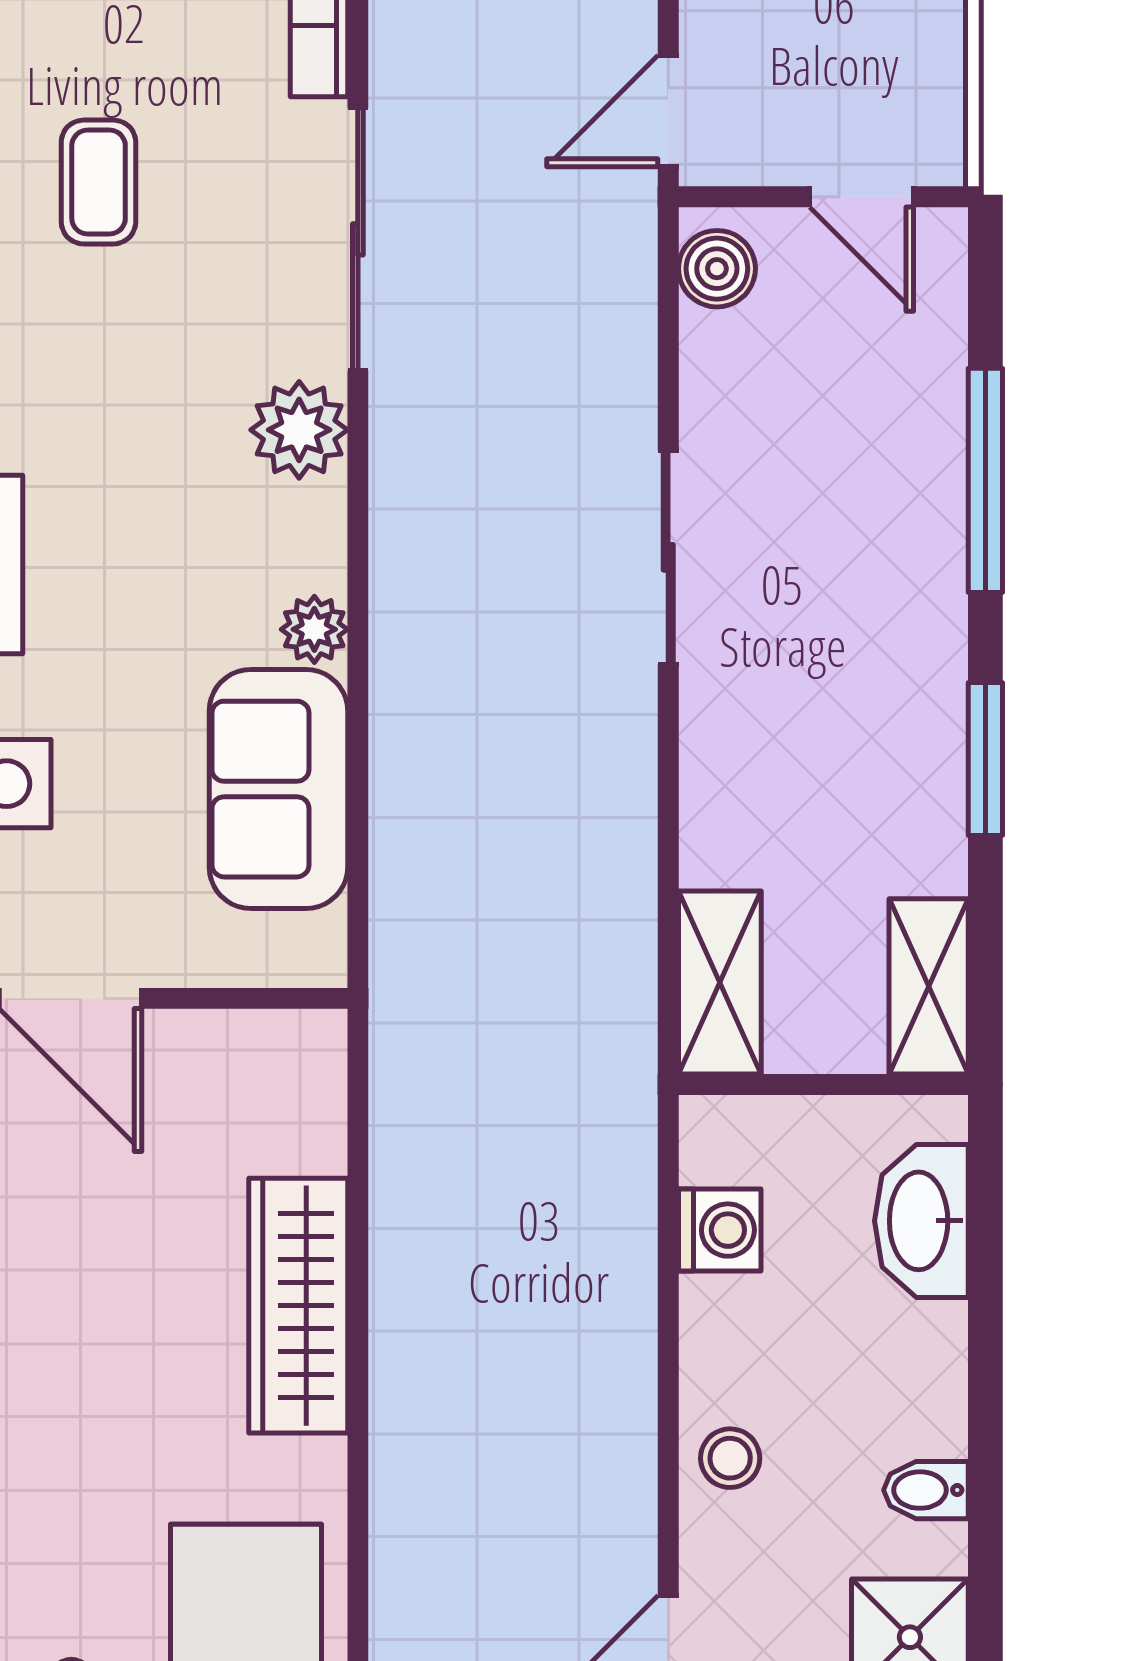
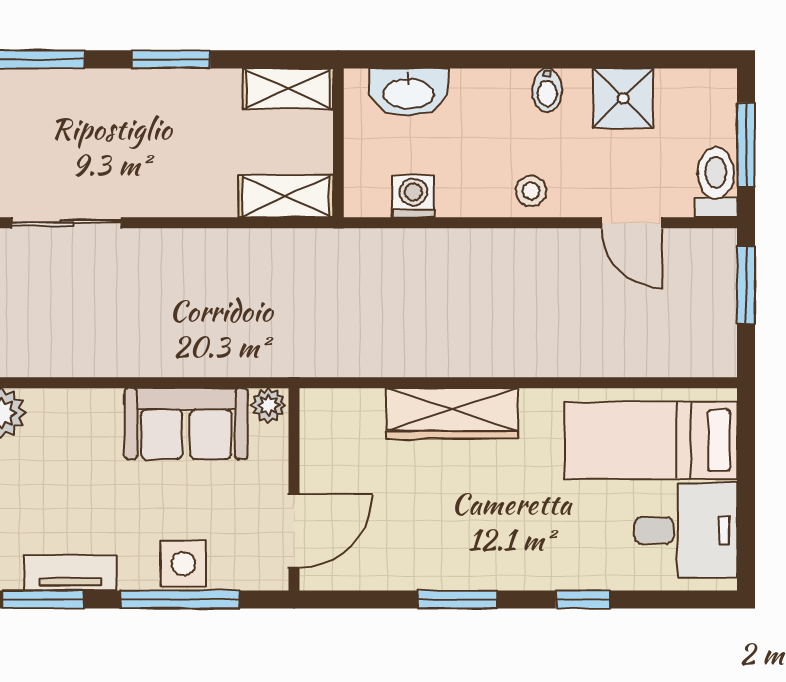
plant: (314, 629) -> (268, 405), moved

